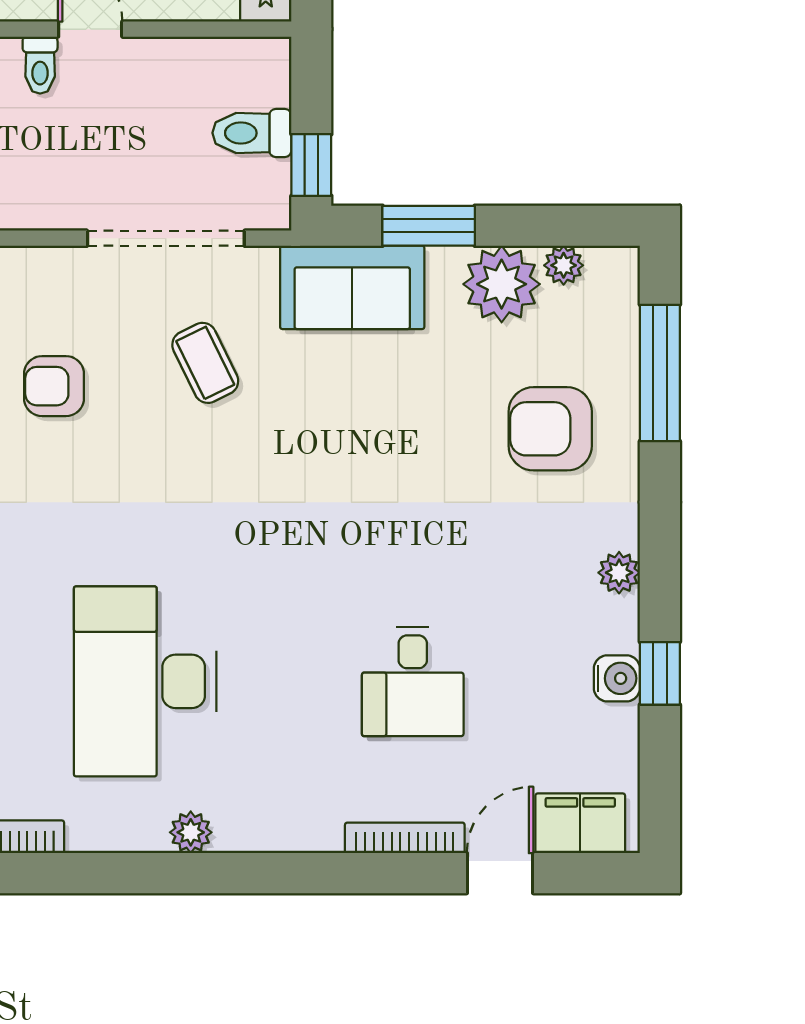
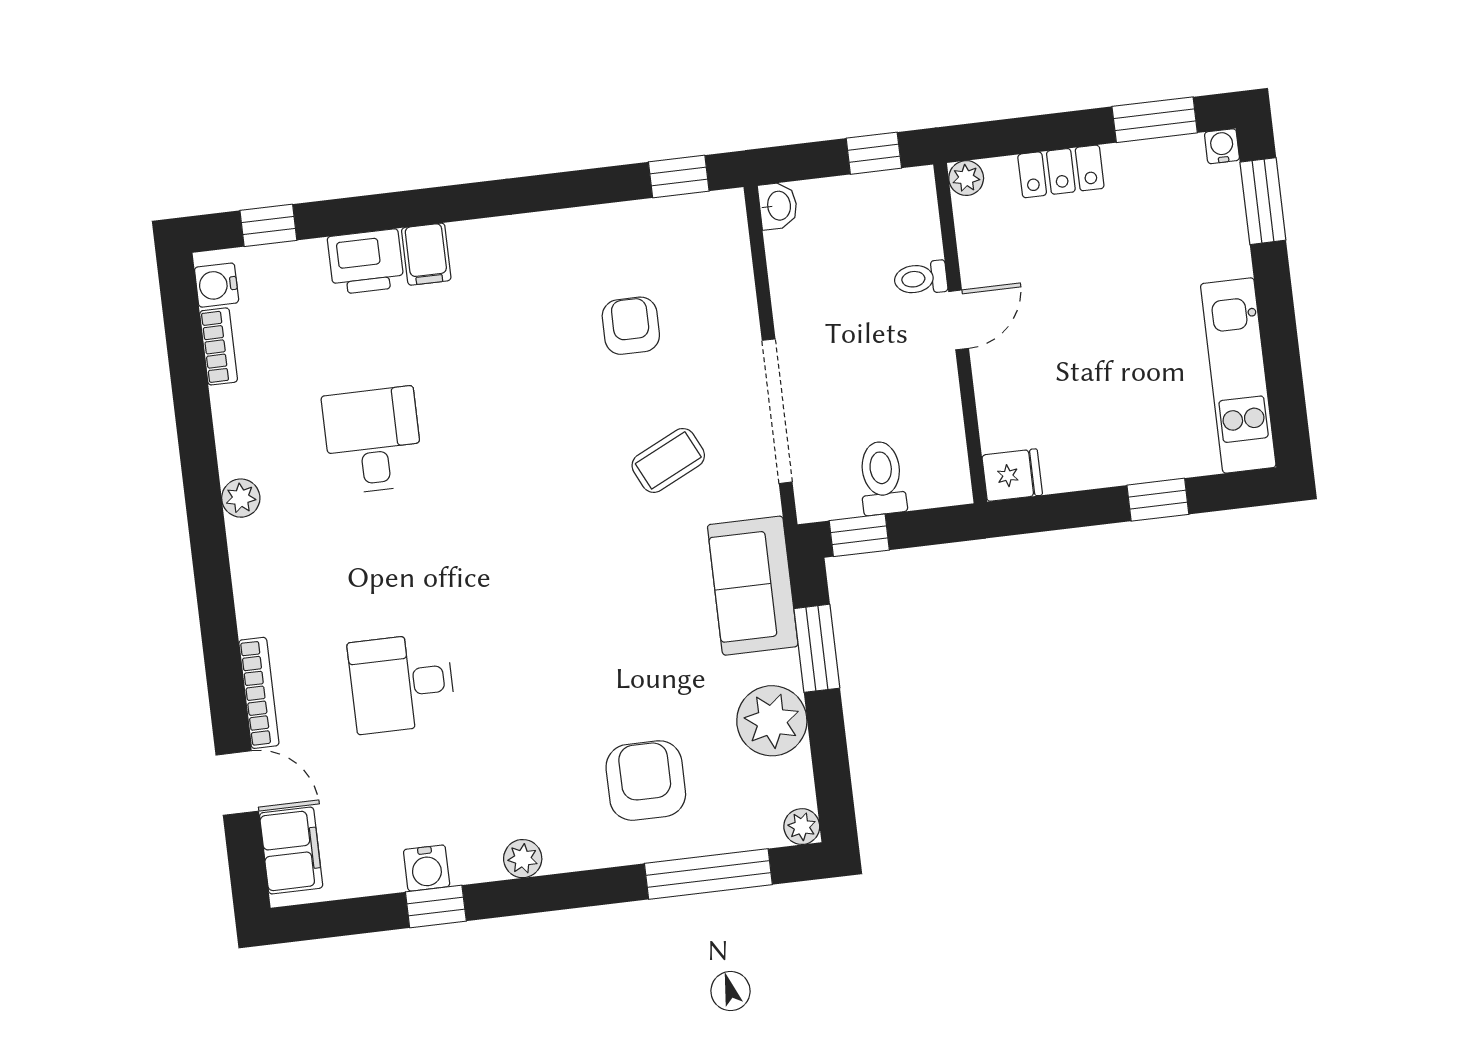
plant: (564, 265) -> (802, 827), moved
desk: (145, 681) -> (373, 440), width x0.53, depth x0.77

